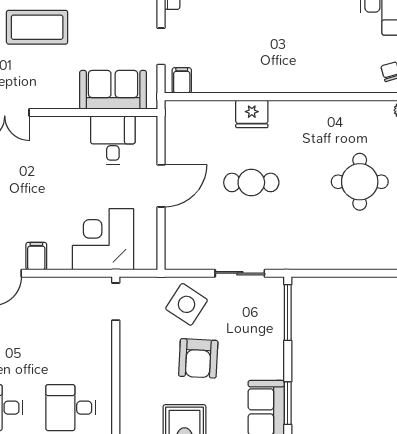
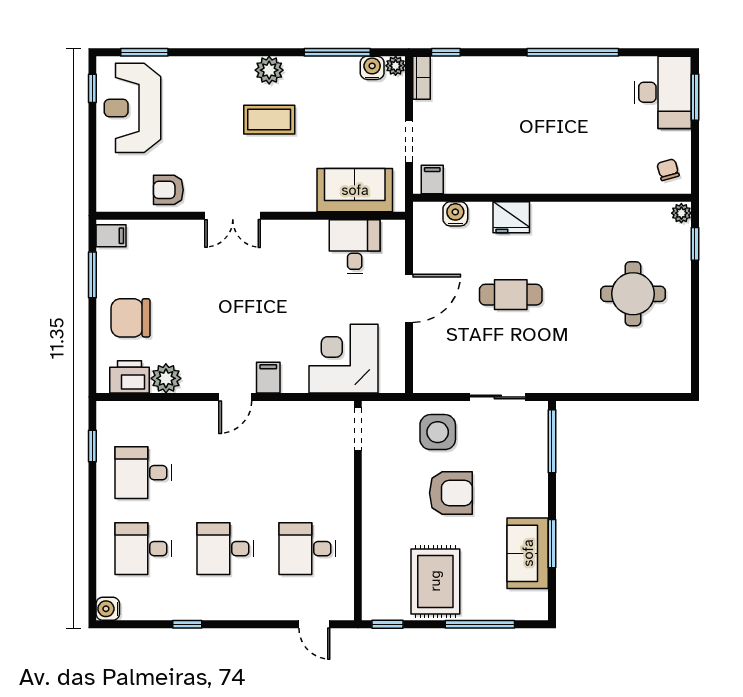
coffee table: (37, 27) -> (269, 120), width x0.73, depth x0.76
water cooler: (202, 111) -> (455, 214), added
side table: (187, 304) -> (438, 432), turned -33
armchair: (198, 358) -> (451, 493), turned -93

